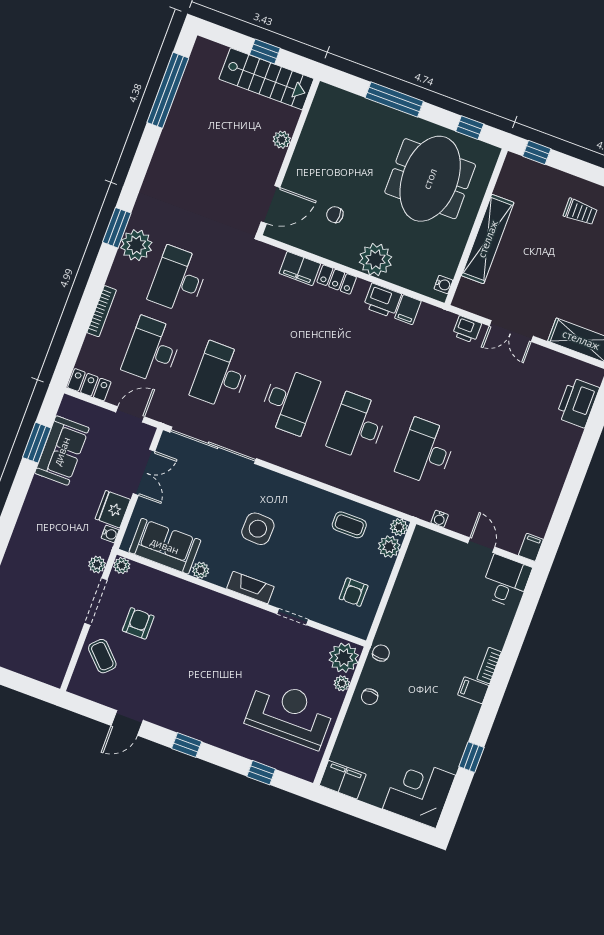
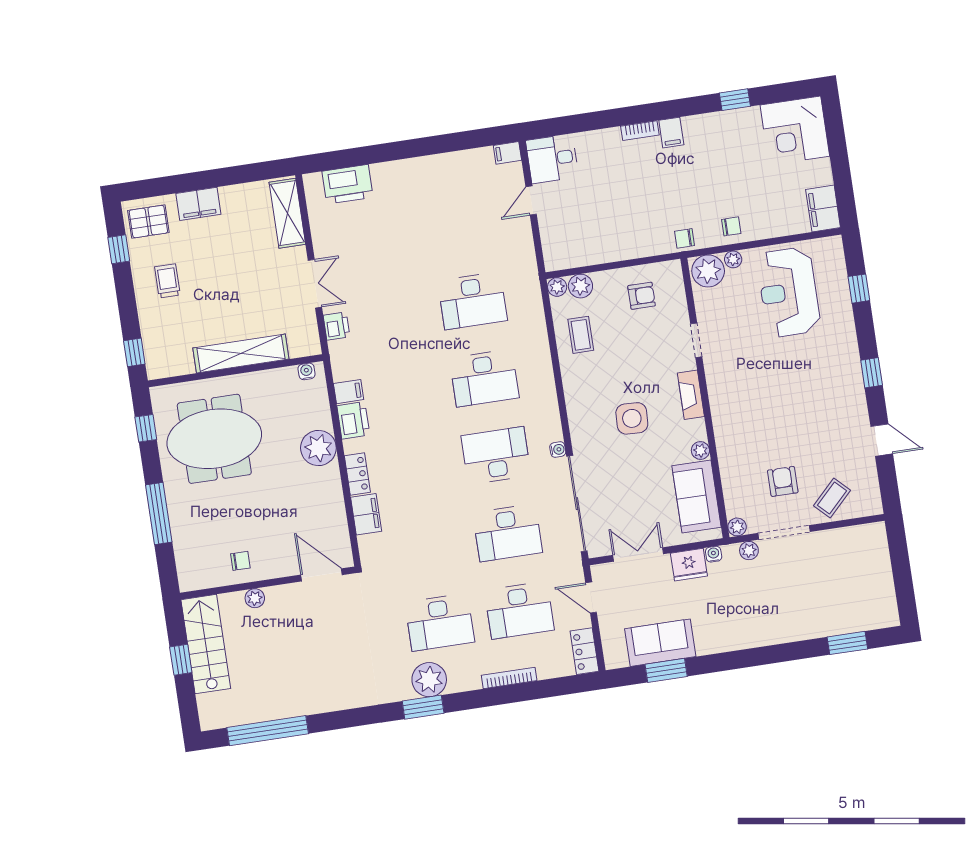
chair: (335, 215) -> (240, 561), moved, turned -90
water cooler: (440, 519) -> (558, 449), moved
armchair: (138, 623) -> (783, 481), turned 90

